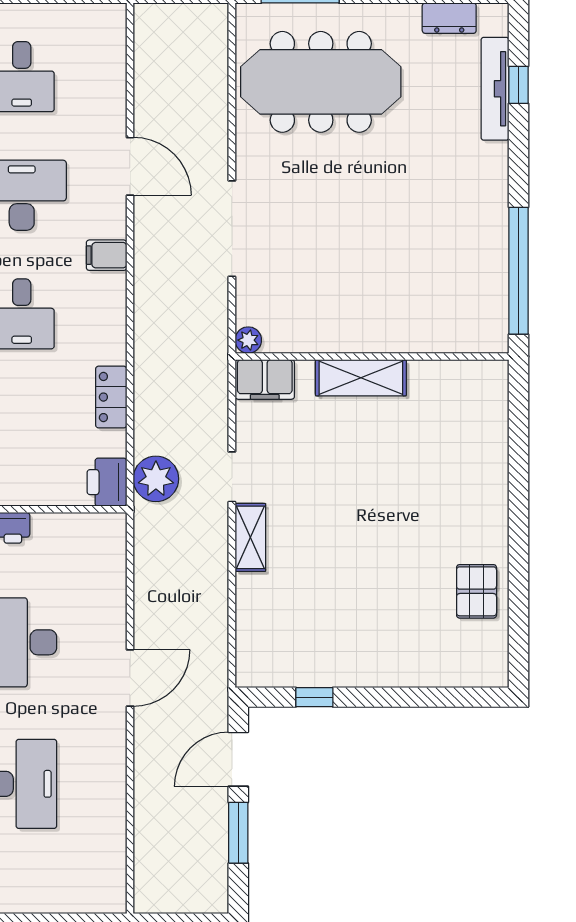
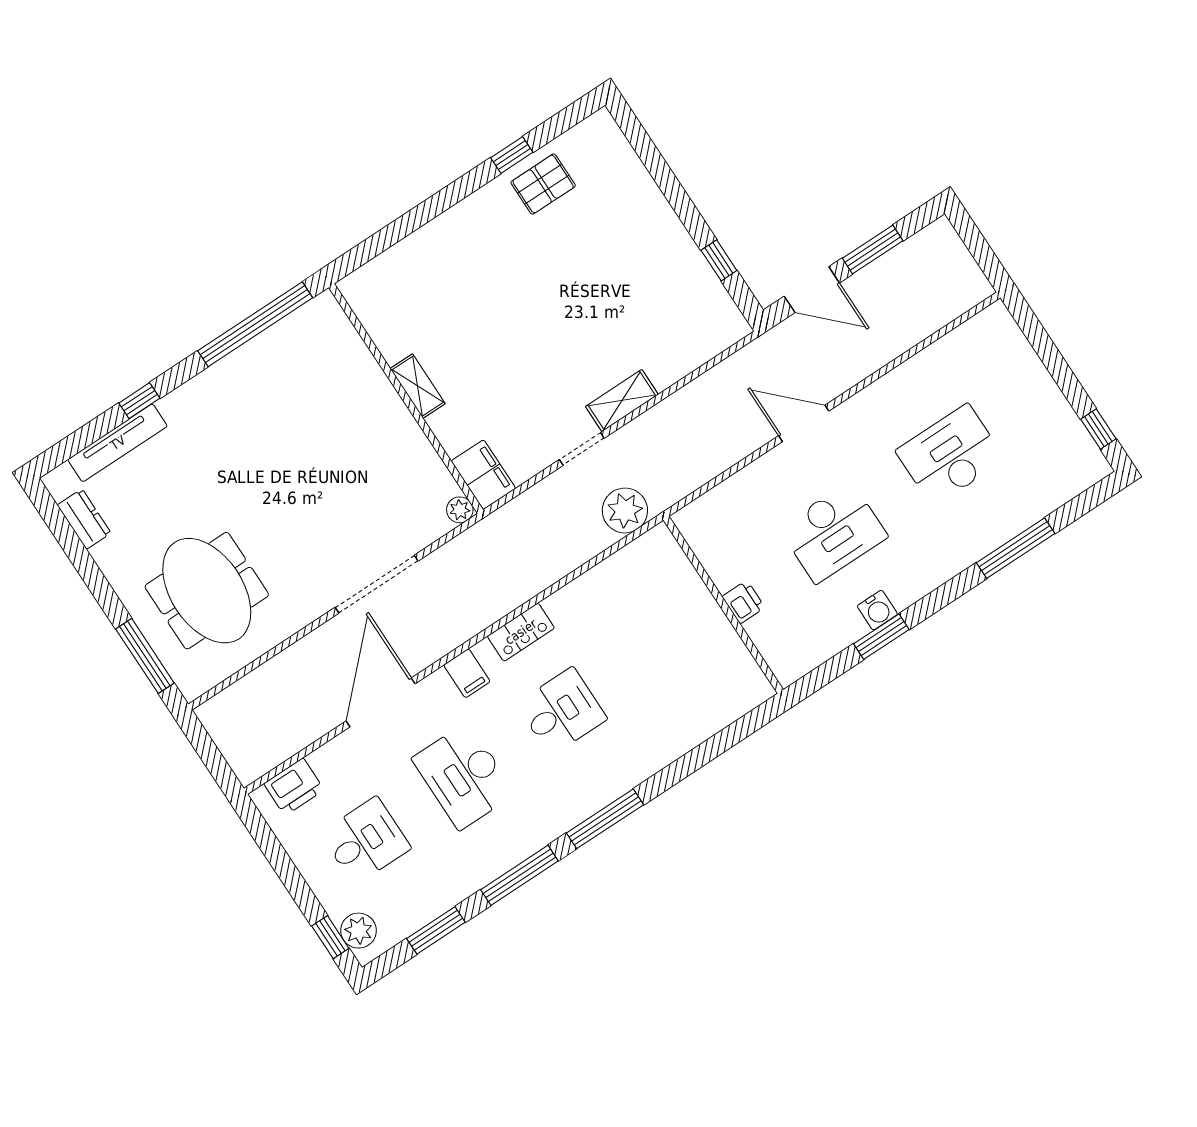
meeting table: (321, 82) -> (207, 591), width x0.73
window: (518, 85) -> (139, 401), moved
door: (130, 166) -> (381, 702), width x1.36
shelving: (361, 378) -> (418, 386), width x0.67, depth x0.75
locker: (111, 397) -> (521, 632), moved
printer: (107, 482) -> (294, 787), moved
window: (518, 581) -> (512, 155), added

